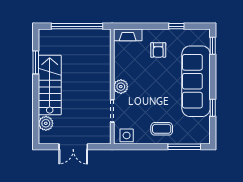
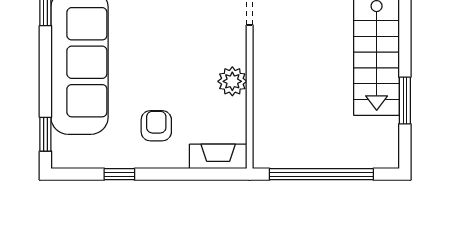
plant: (121, 87) -> (232, 81), moved

